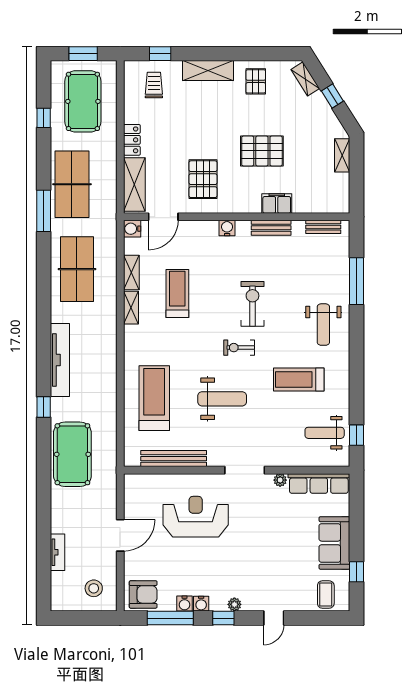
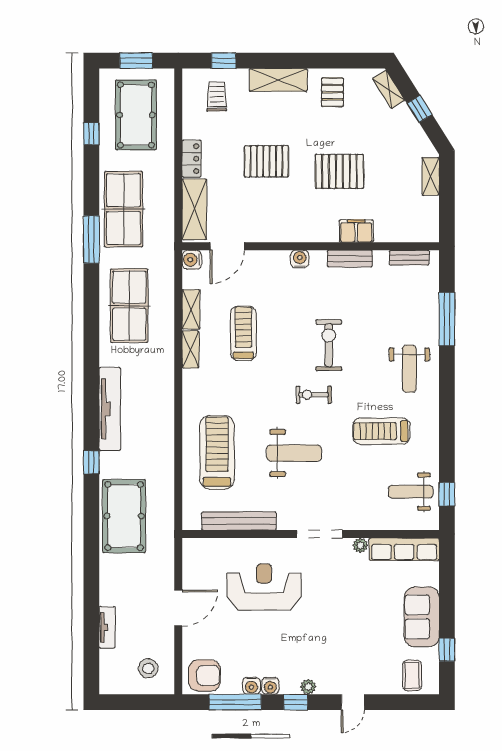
pallet: (203, 179) -> (266, 161), moved, turned 90

